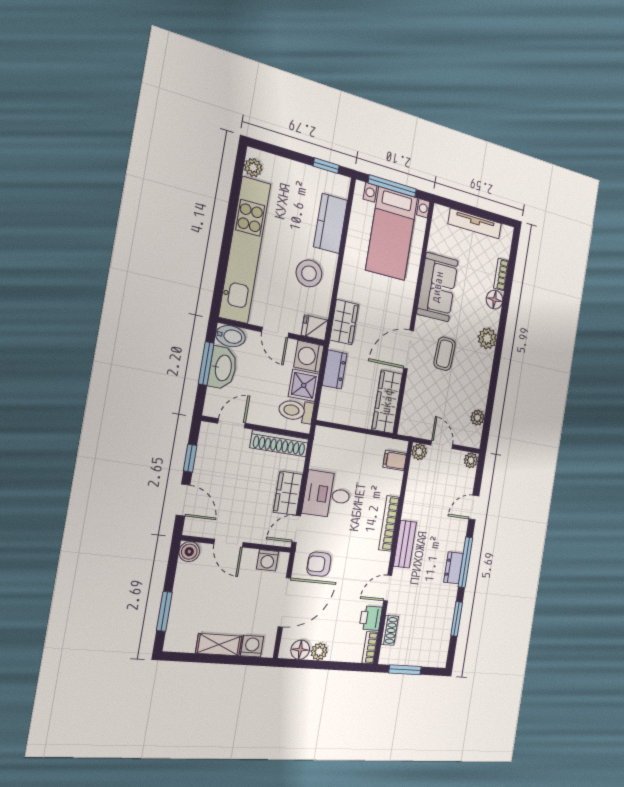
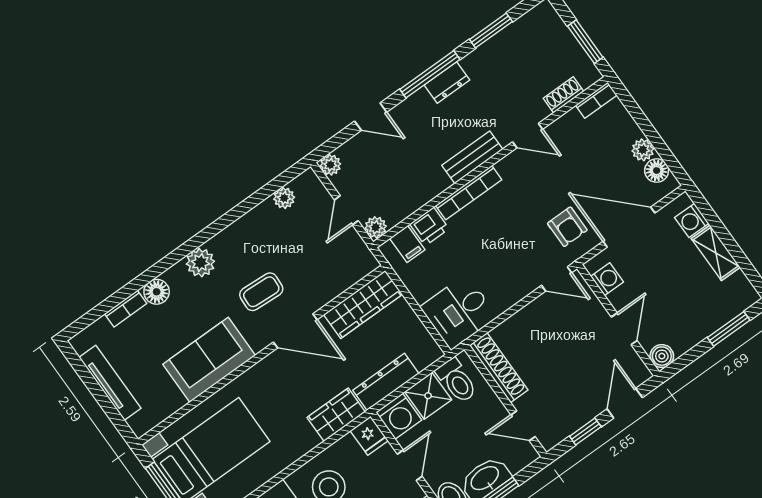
dresser: (335, 369) -> (386, 382), width x1.44
wardrobe: (288, 493) -> (533, 317), removed
desk: (327, 495) -> (459, 312), moved, turned 90
printer: (371, 618) -> (429, 226), moved

